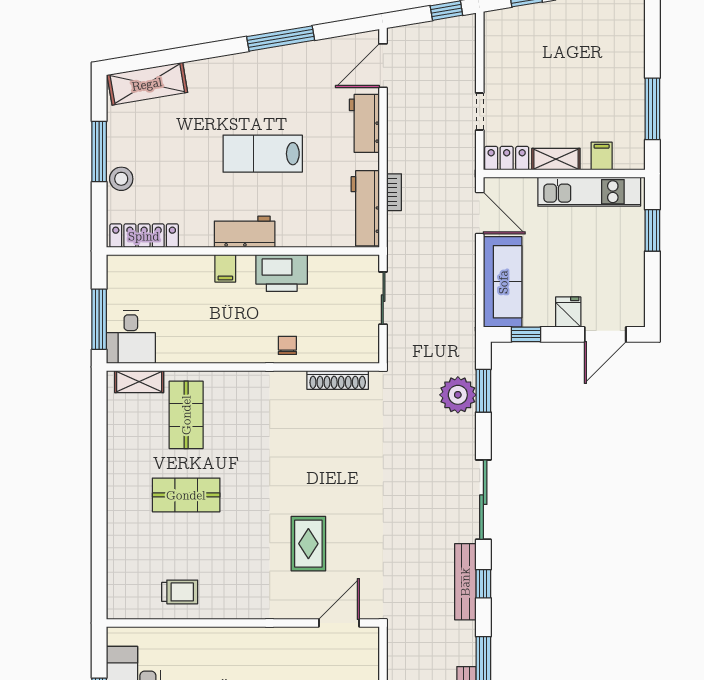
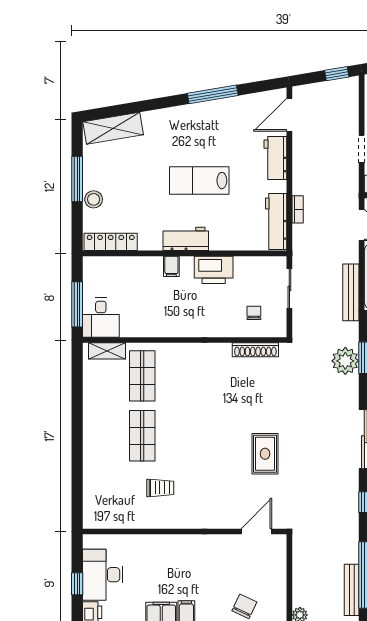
chair: (287, 345) -> (254, 313), moved
shop shelf: (186, 495) -> (142, 436), turned 90
rug: (308, 544) -> (265, 454), moved
bench: (465, 582) -> (351, 292), moved
trolley: (180, 592) -> (160, 488), moved

